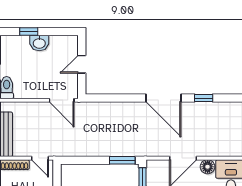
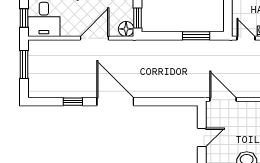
window: (122, 160) -> (196, 36), moved
floor lamp: (208, 167) -> (126, 29), moved

